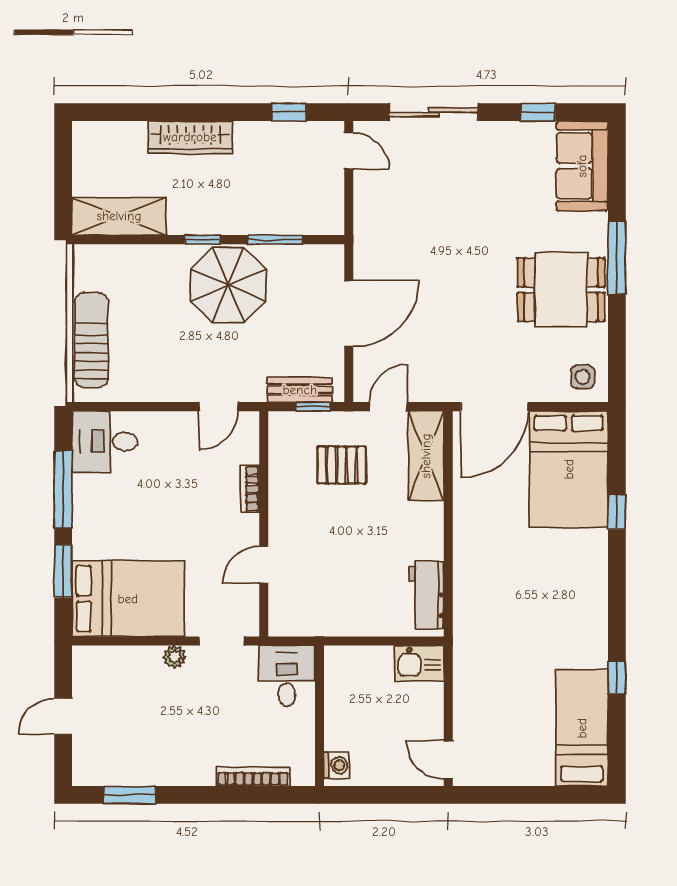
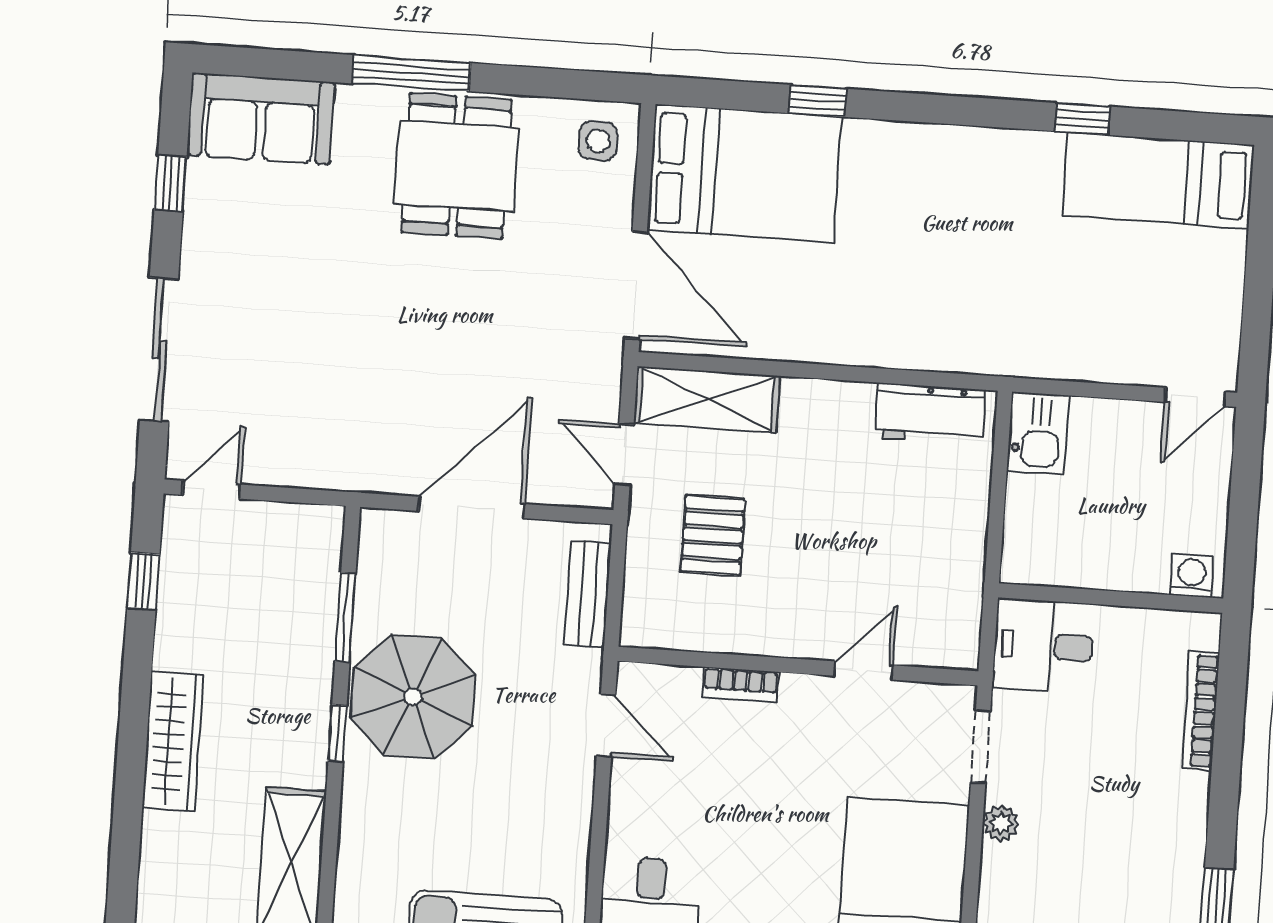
door: (349, 314) -> (471, 507), hinge flipped
window: (313, 407) -> (616, 575), removed
door: (264, 565) -> (863, 671), swing flipped

